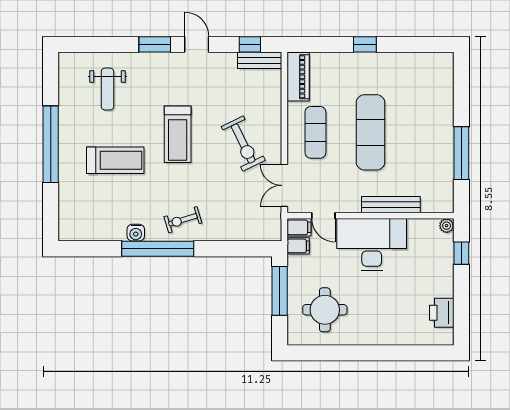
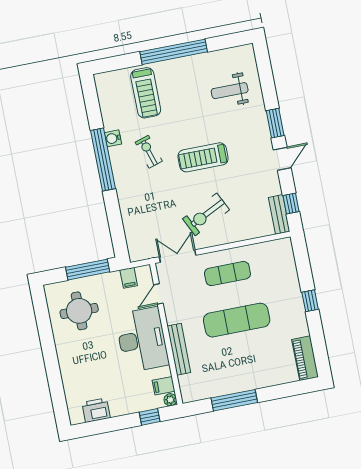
piano: (298, 77) -> (305, 358), moved, turned 90
treadmill: (115, 160) -> (146, 93), moved
exercise bike: (183, 220) -> (149, 152), moved
filing cabinet: (299, 227) -> (164, 386), moved, turned 90

